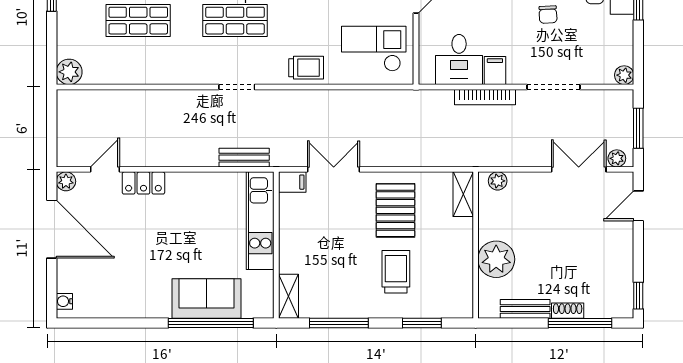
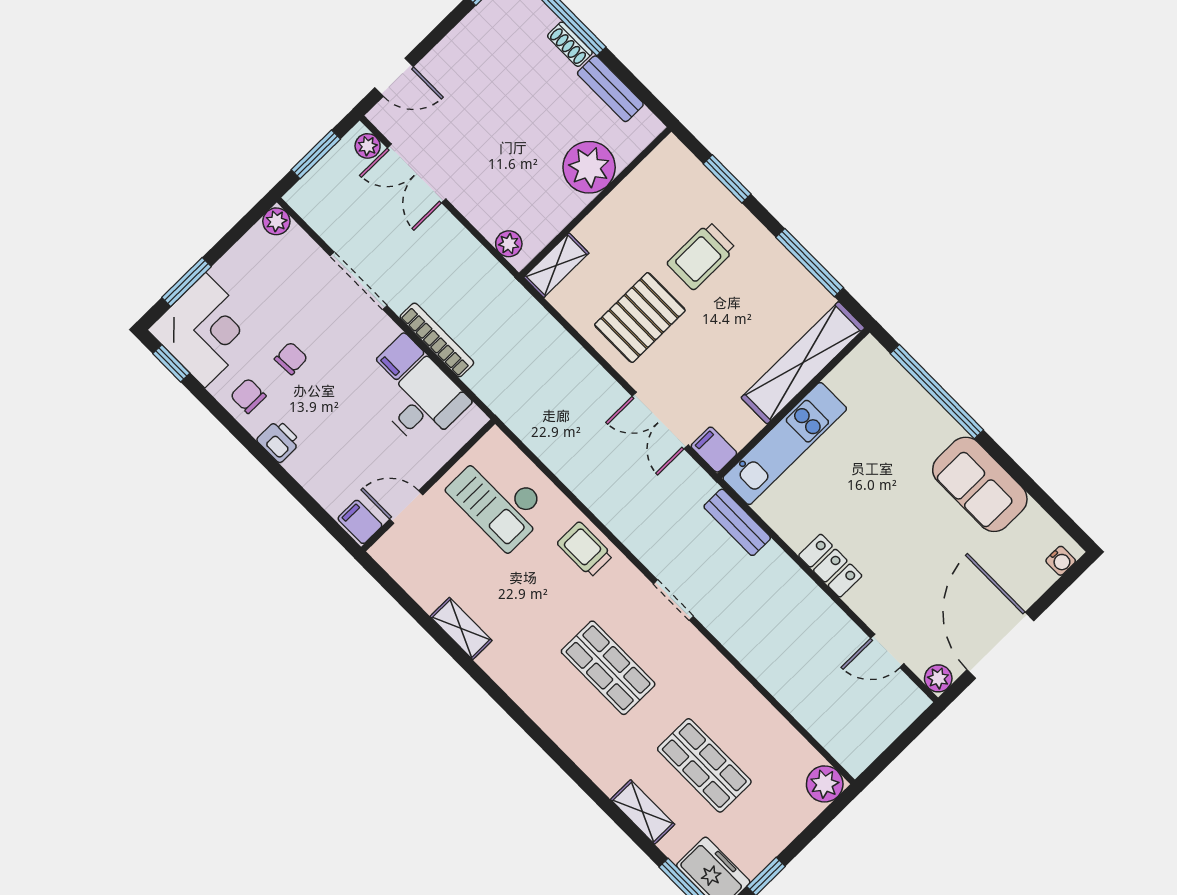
locker: (143, 183) -> (830, 566), moved
shelving: (288, 296) -> (803, 363), width x2.20, depth x1.33
sofa: (206, 299) -> (980, 484), moved

